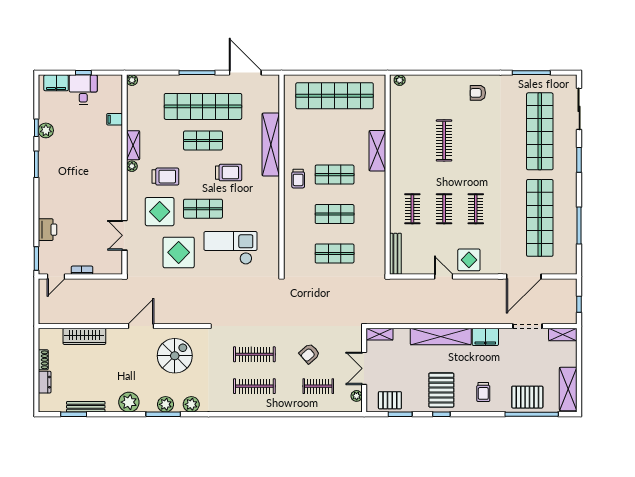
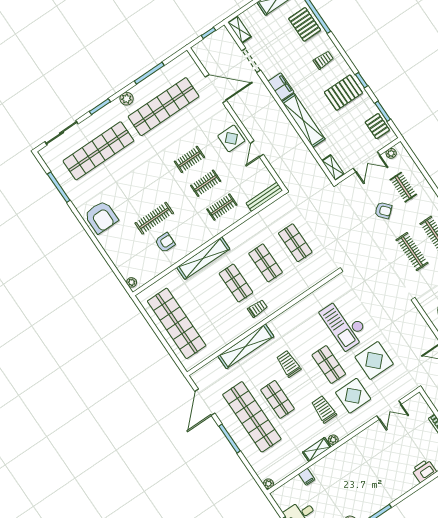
armchair: (478, 93) -> (101, 217), width x1.88, depth x1.88
armchair: (415, 135) -> (165, 243), added
shelving: (377, 151) -> (203, 258), width x1.47
plant: (570, 189) -> (127, 99), added

